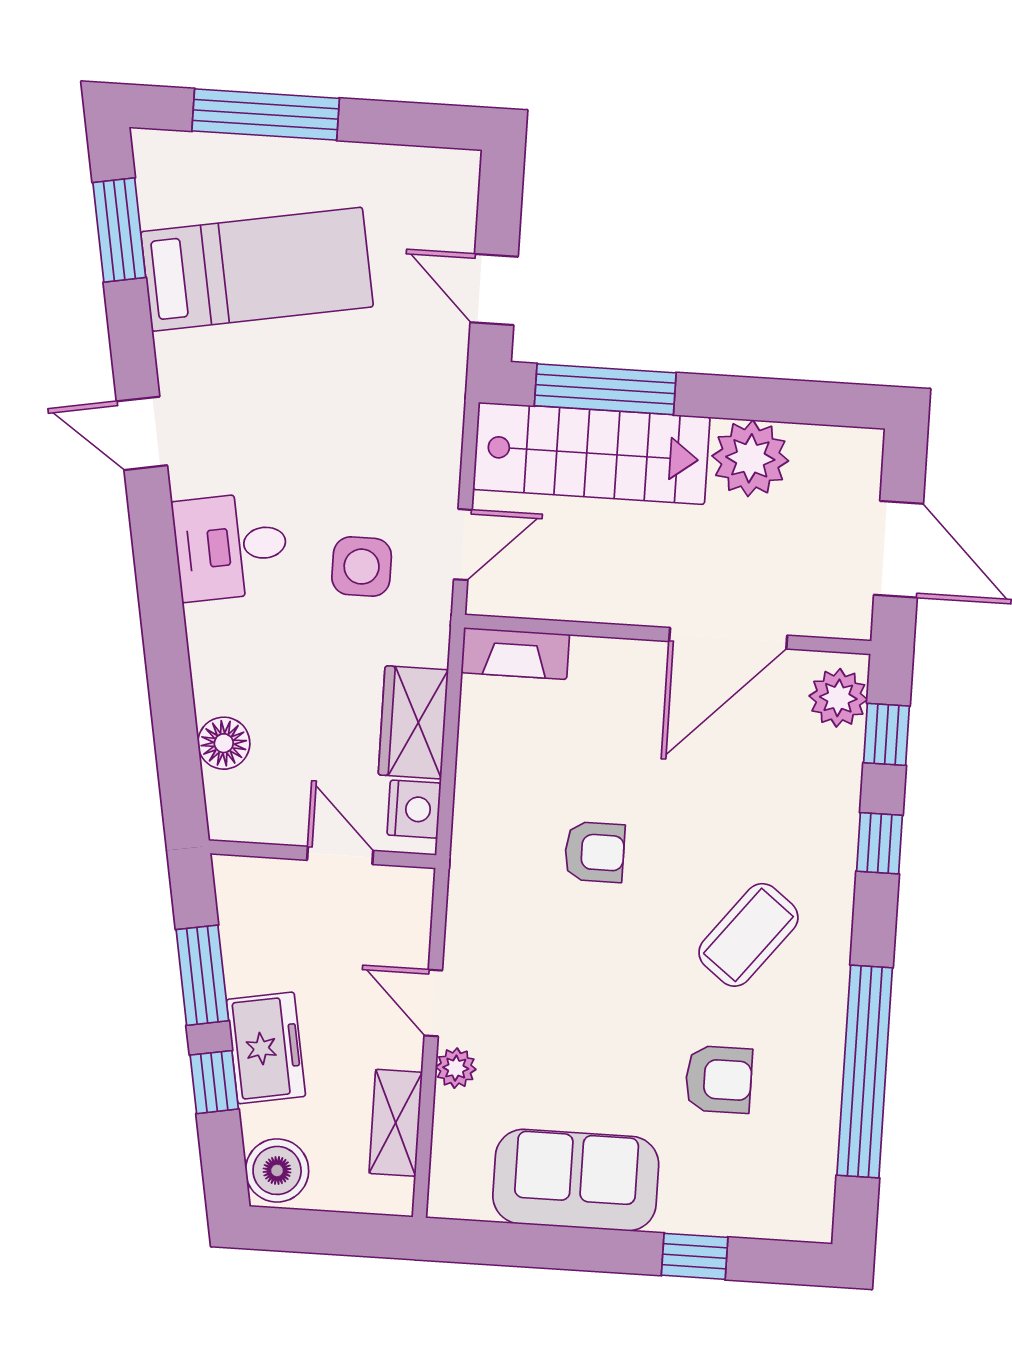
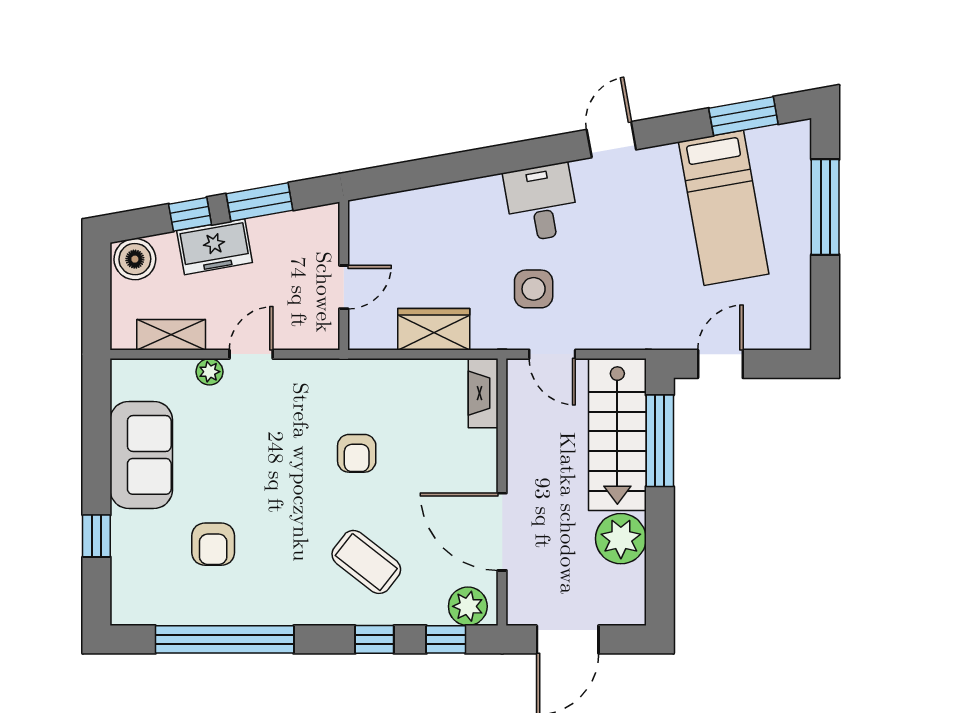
floor lamp: (224, 743) -> (412, 206), removed
nightstand: (414, 809) -> (377, 333), removed
coffee table: (748, 935) -> (366, 562), moved

